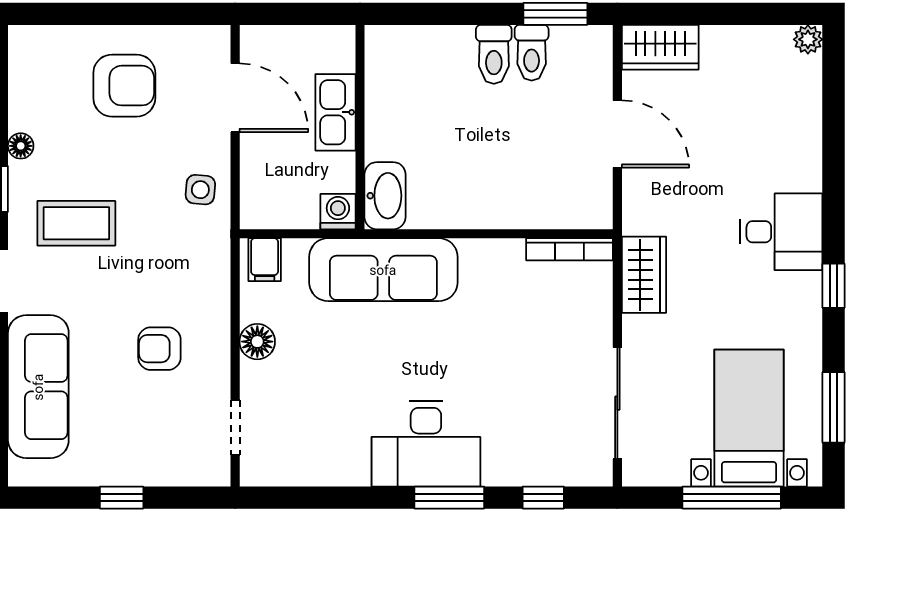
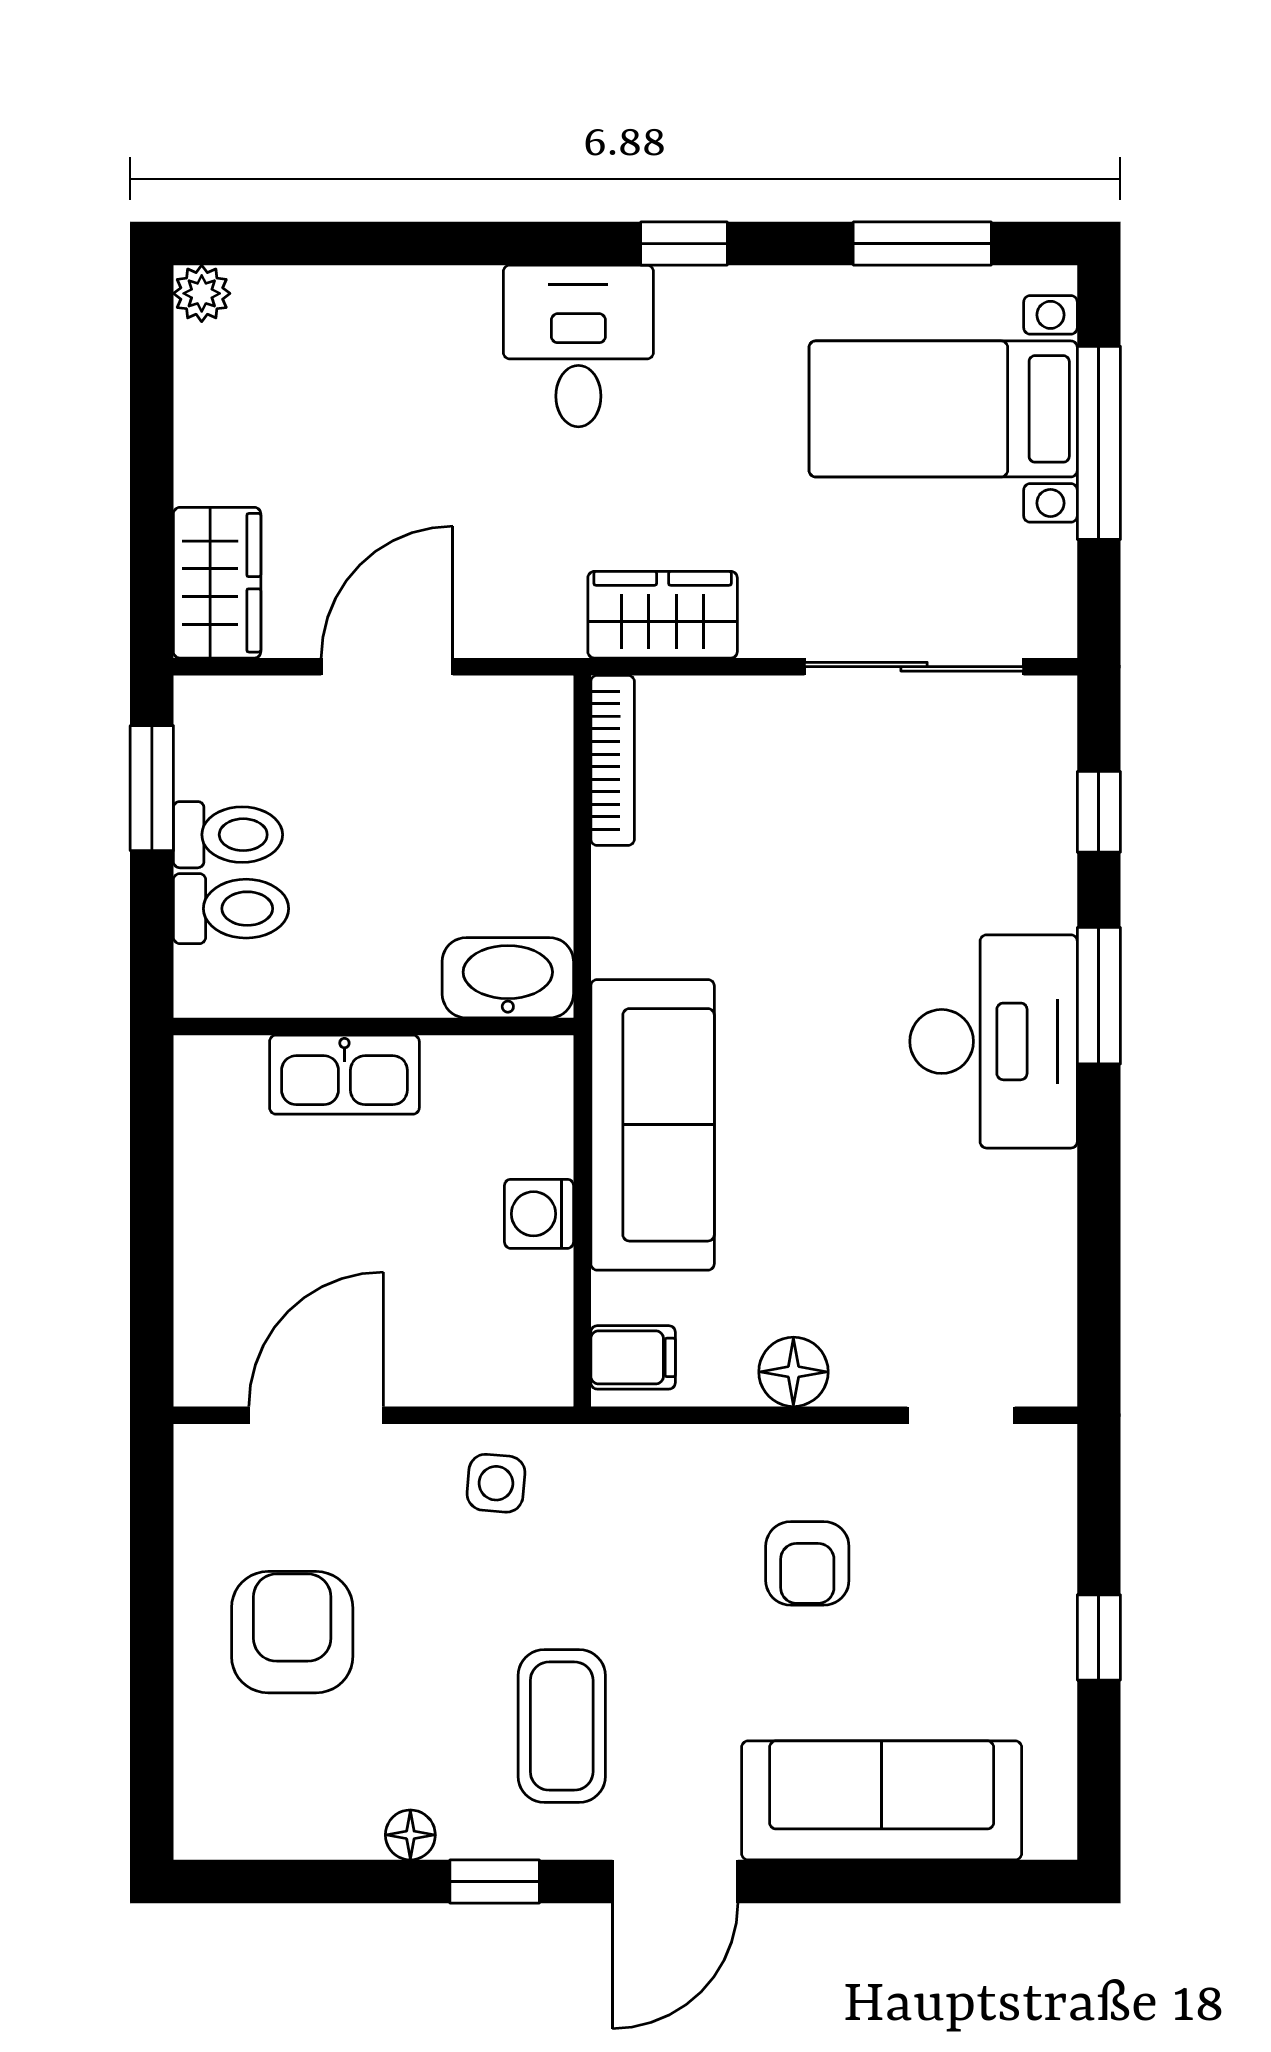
kitchen sink: (336, 112) -> (344, 1075), moved
wall: (360, 127) -> (373, 1027), moved
washbasin: (385, 196) -> (508, 978), moved

